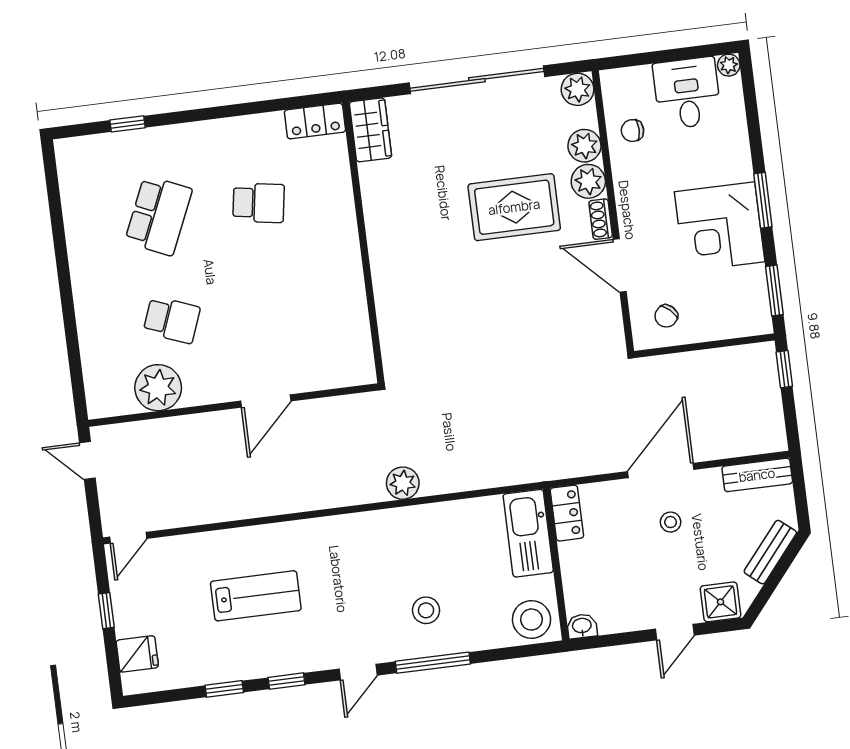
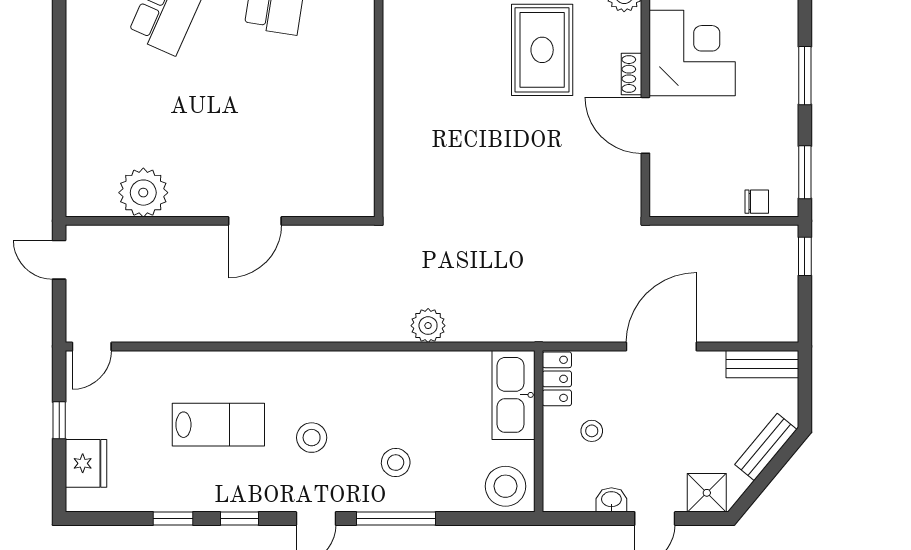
plant: (588, 181) -> (624, 33), removed
rug: (514, 207) -> (542, 50), turned 90
corner desk: (720, 227) -> (692, 53), moved, turned 180
chair: (666, 316) -> (757, 202), moved, turned -133
school desk: (172, 320) -> (167, 123), removed
plant: (403, 483) -> (428, 326), moved
stool: (671, 522) -> (592, 431), moved
stool: (344, 597) -> (312, 438), added
washbasin: (582, 626) -> (611, 500), moved
fridge: (137, 654) -> (86, 463), width x1.38

